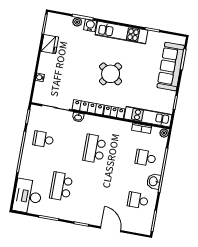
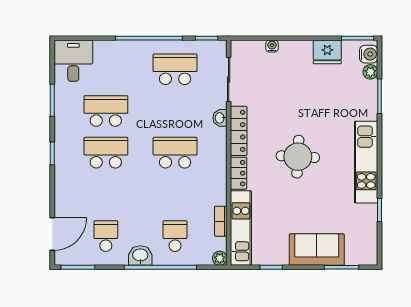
plant: (77, 22) -> (370, 72), moved
water cooler: (90, 25) -> (369, 54), moved
sofa: (171, 67) -> (317, 250), width x0.73
round table: (111, 74) -> (298, 157), turned -32
school desk: (43, 139) -> (175, 69), width x1.85
school desk: (87, 191) -> (106, 153), added
desk: (28, 196) -> (73, 61), width x0.73
door: (111, 229) -> (52, 234), moved

